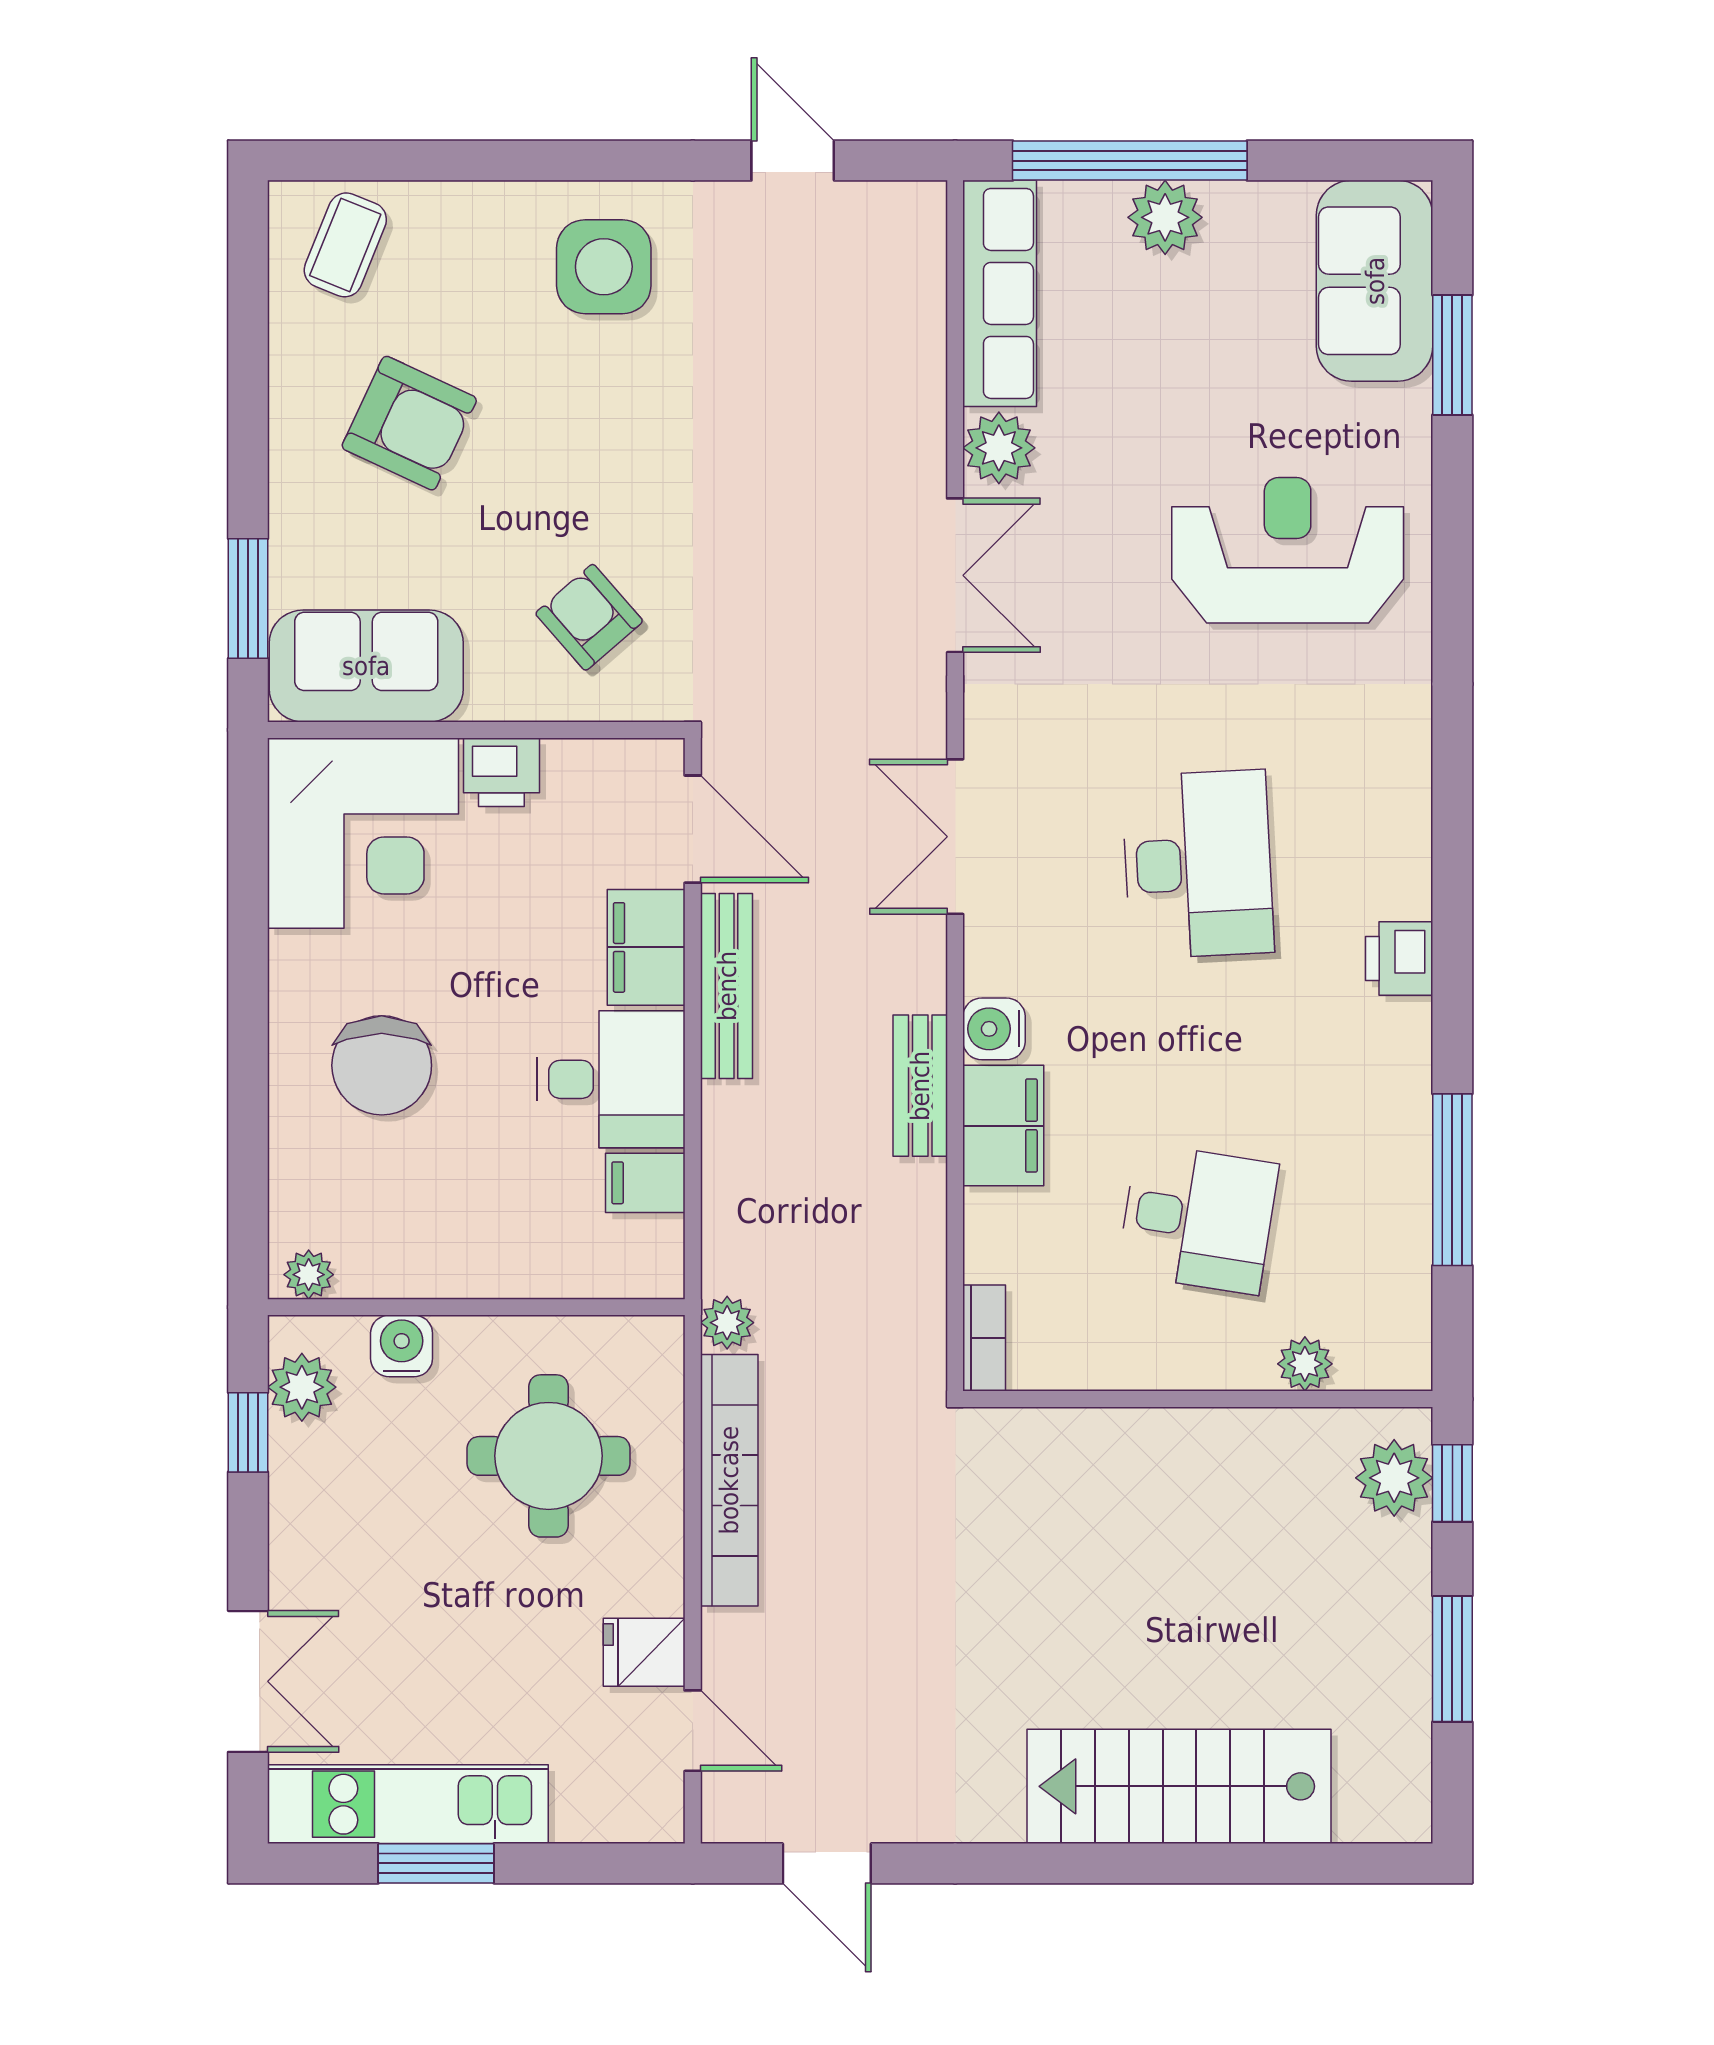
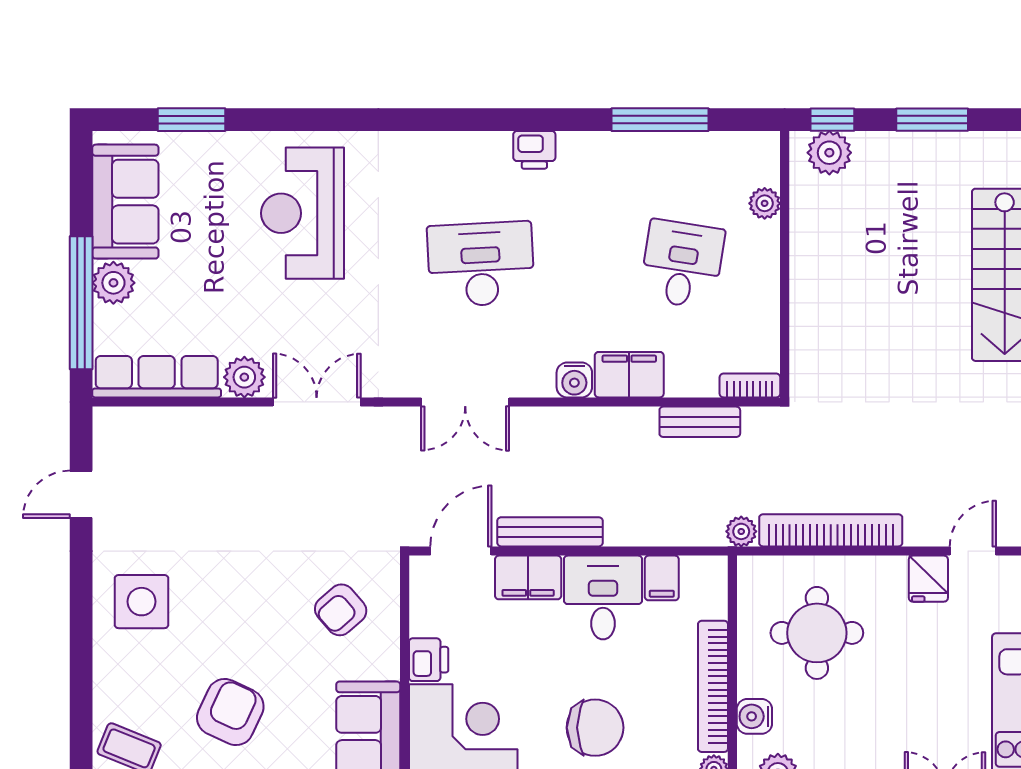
sofa: (1375, 281) -> (125, 202), moved, turned -90
bench: (920, 1086) -> (700, 422), moved
bookcase: (454, 1273) -> (713, 686), added

